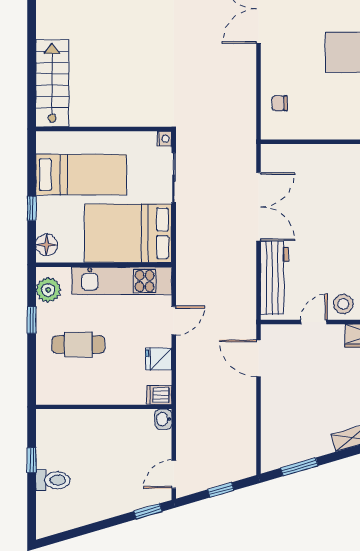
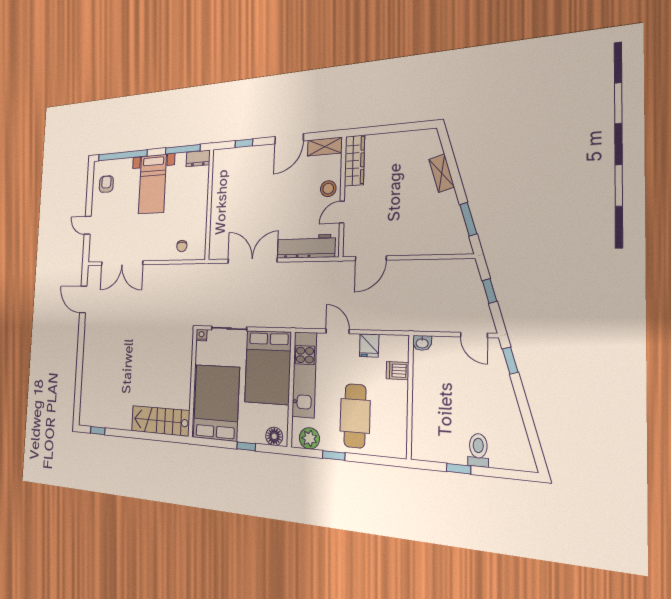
bed: (81, 175) -> (216, 403), width x1.50
door: (314, 322) -> (342, 212), hinge flipped
cafe table: (78, 344) -> (355, 416), width x1.37, depth x1.35
dishwasher: (159, 395) -> (397, 371), moved, turned 90

